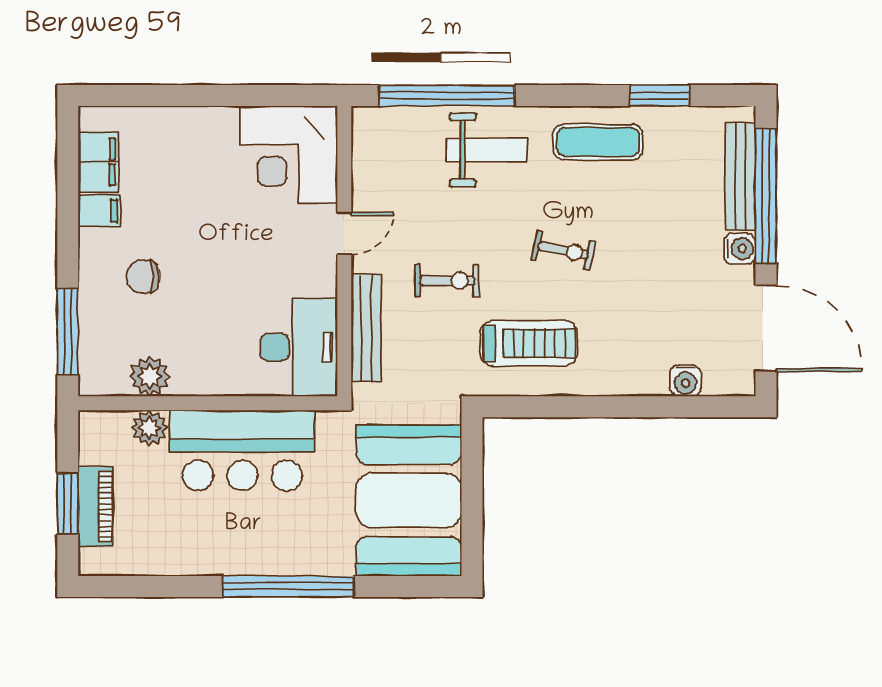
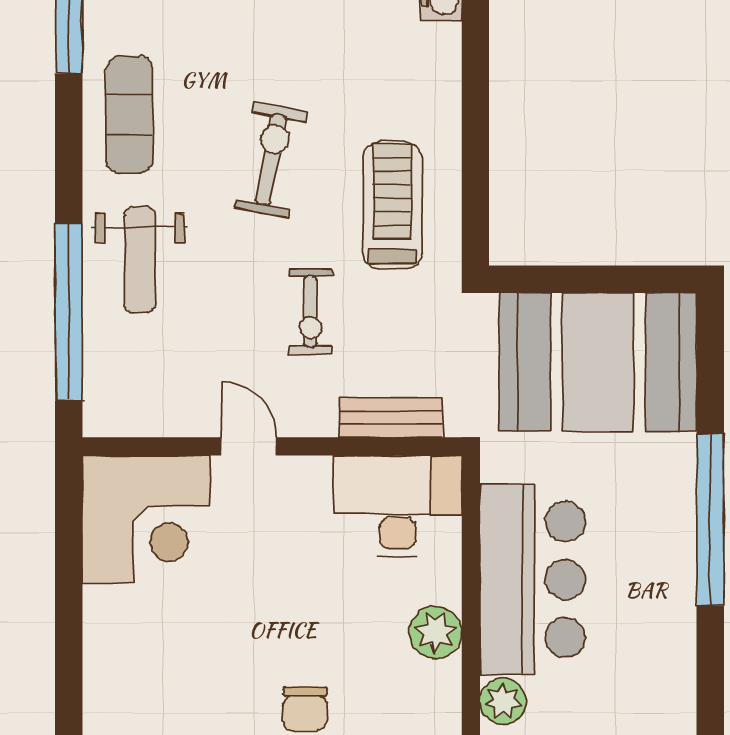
weight bench: (487, 150) -> (140, 260), turned 180
exercise bike: (564, 250) -> (271, 160), width x1.38, depth x1.39
exercise bike: (447, 281) -> (311, 312), turned 180
bench: (366, 328) -> (391, 418), width x0.73
plant: (150, 376) -> (436, 632), moved

